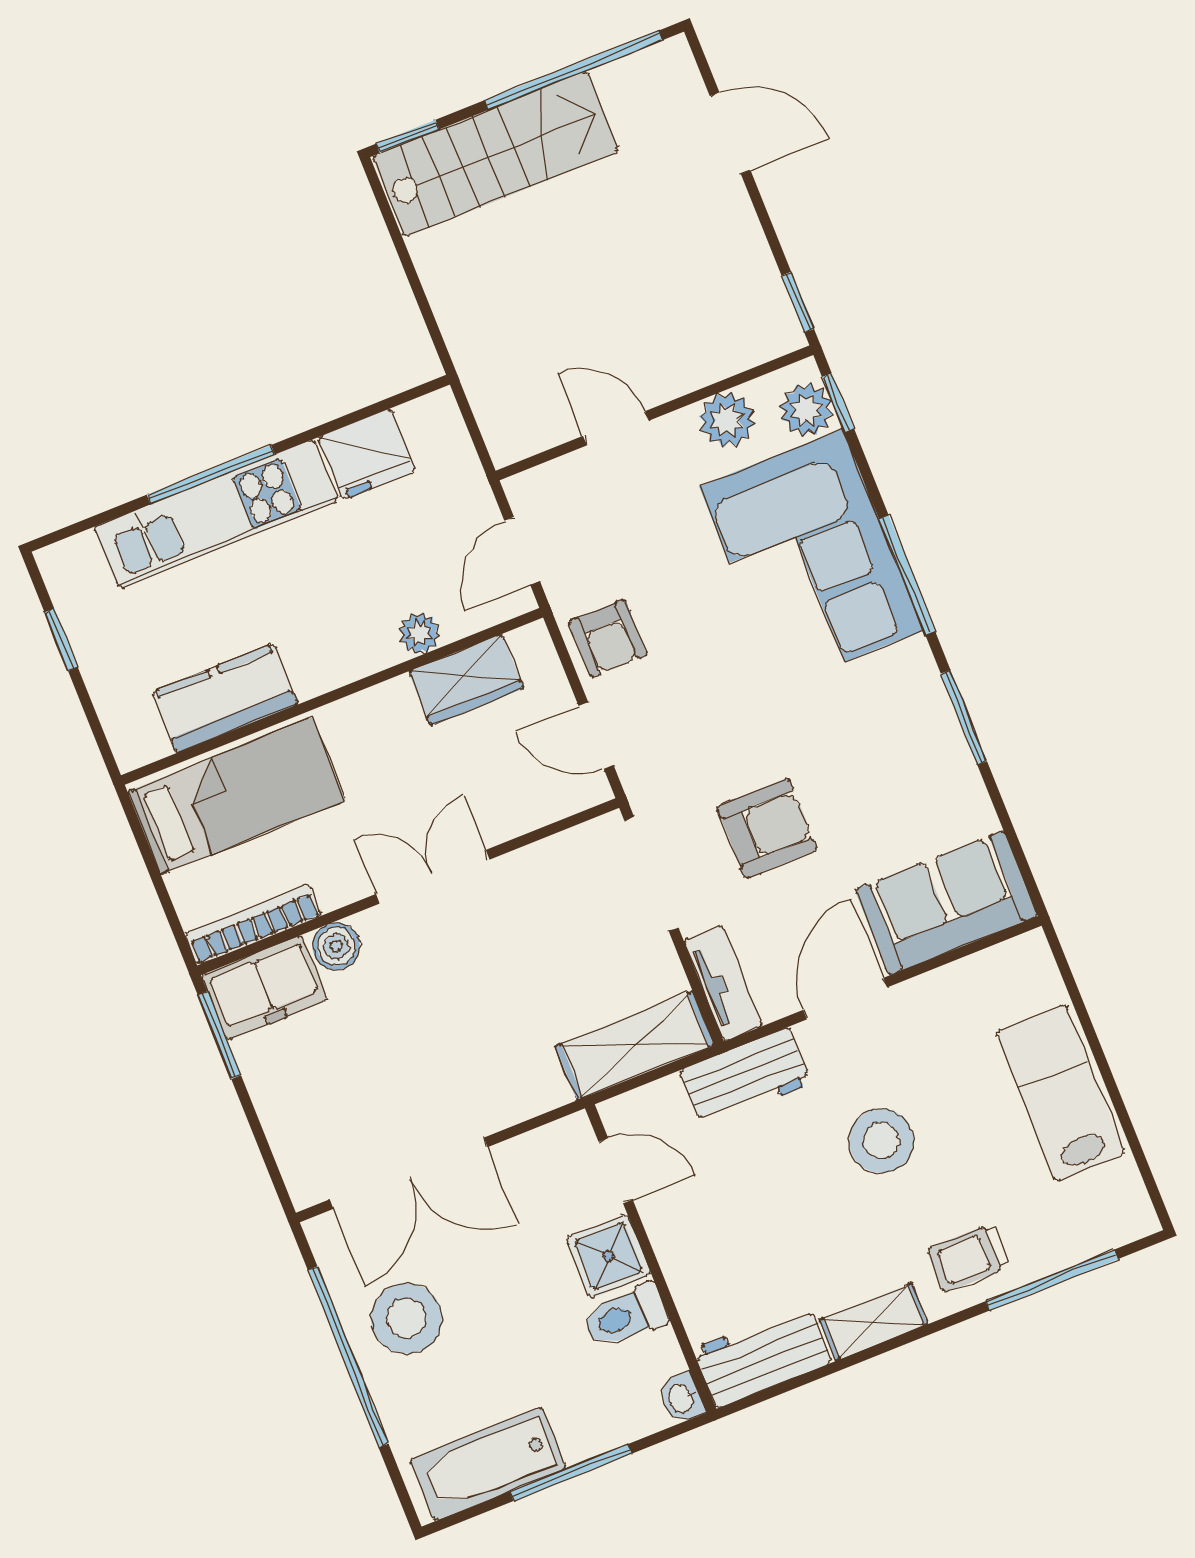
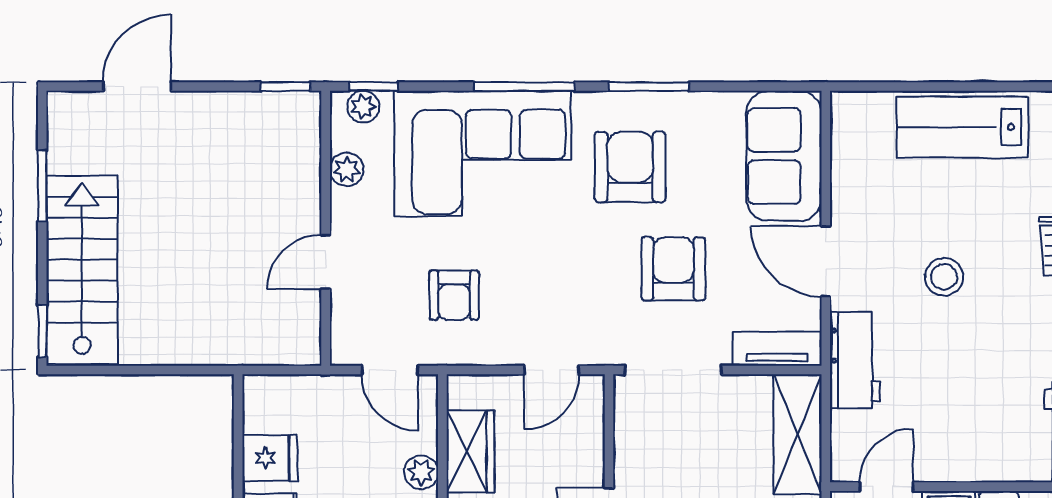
window: (573, 70) -> (42, 186), width x0.47
plant: (806, 410) -> (363, 107), width x0.73, depth x0.73
plant: (727, 420) -> (347, 169), width x0.73, depth x0.73
fridge: (367, 454) -> (270, 458), width x0.72
armchair: (608, 639) -> (454, 295), moved, turned 90
armchair: (863, 732) -> (630, 167), added
stool: (881, 1141) -> (944, 277), width x0.73, depth x0.73

